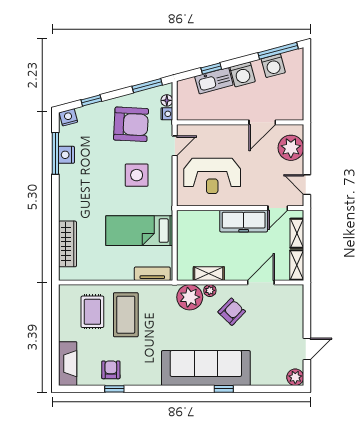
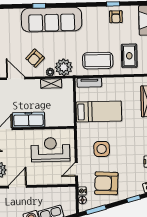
door: (261, 282) -> (16, 78), swing flipped
coffee table: (126, 315) -> (98, 61), moved, turned 90

